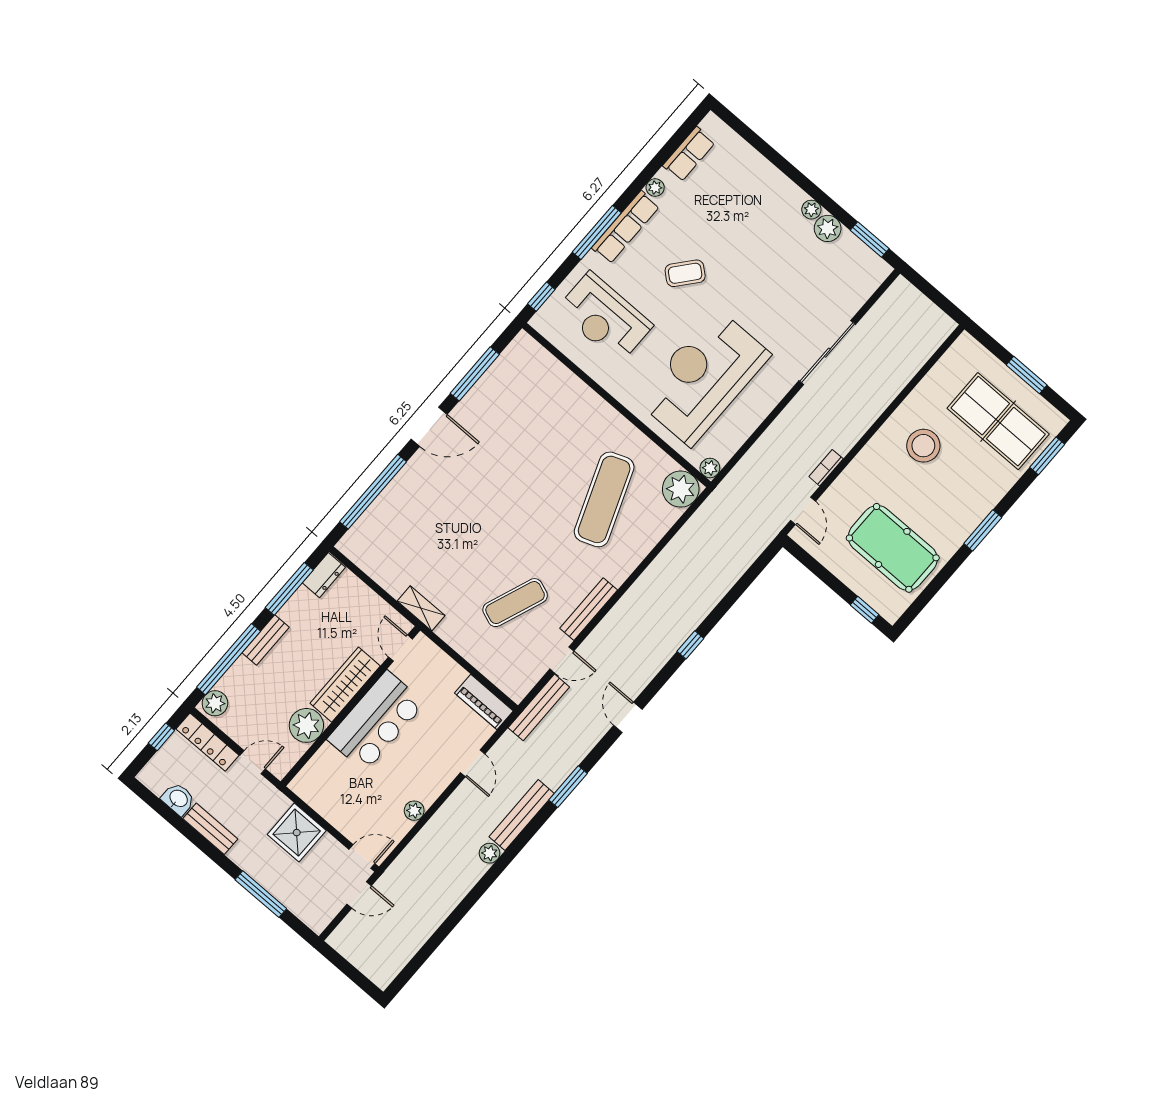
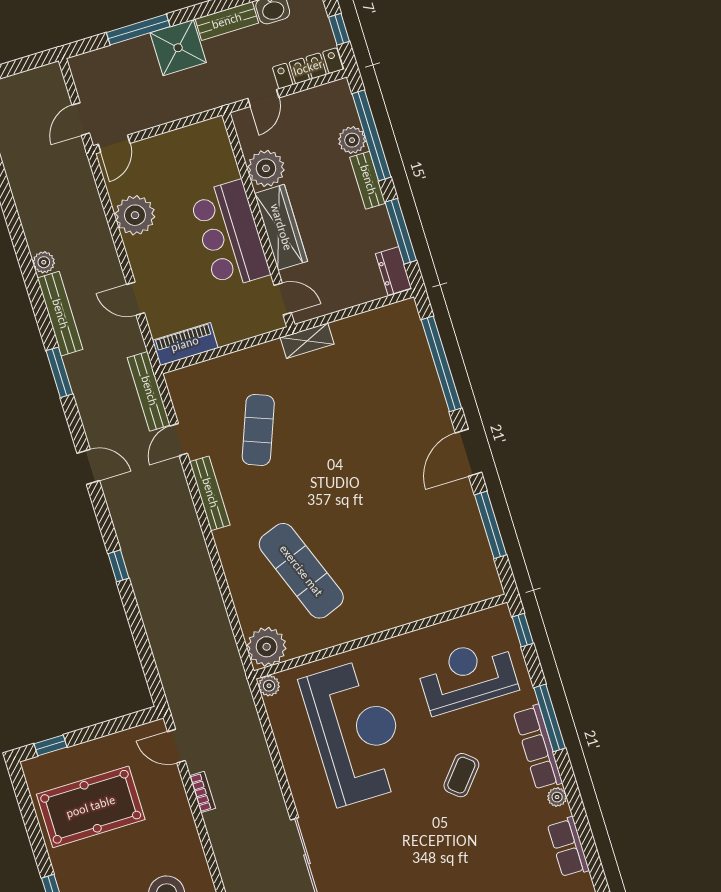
plant: (215, 703) -> (352, 140), moved
plant: (414, 811) -> (135, 215), width x1.88, depth x1.88
shower: (297, 833) -> (178, 48), moved

